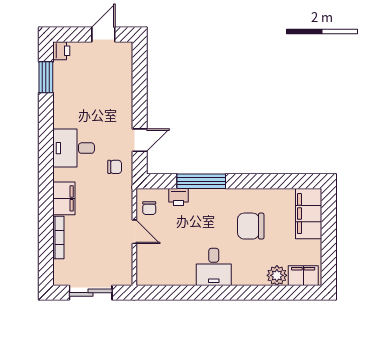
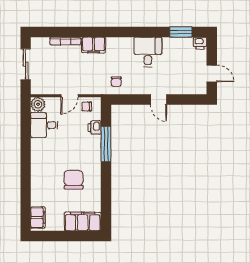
door: (140, 140) -> (159, 100), moved
desk: (74, 148) -> (148, 52), moved
desk: (214, 267) -> (44, 125), moved
plant: (277, 275) -> (38, 104), moved

